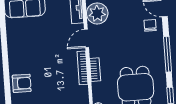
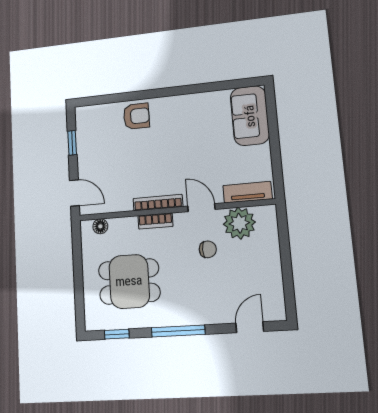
chair: (150, 25) -> (208, 249), moved
armchair: (22, 83) -> (136, 116), turned -90

